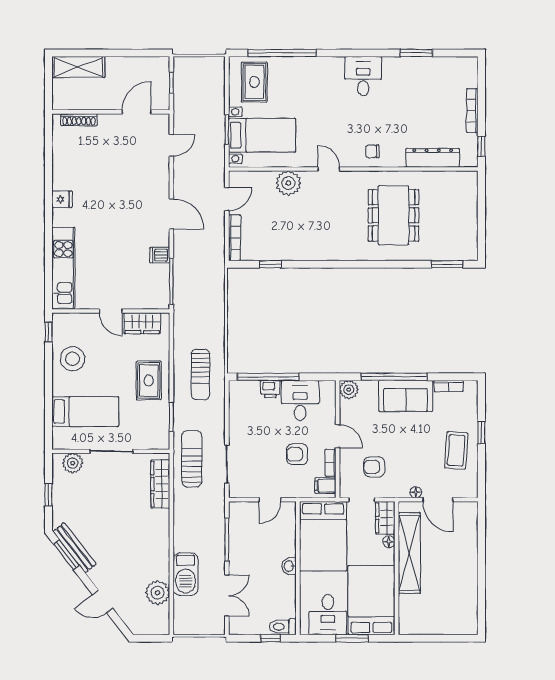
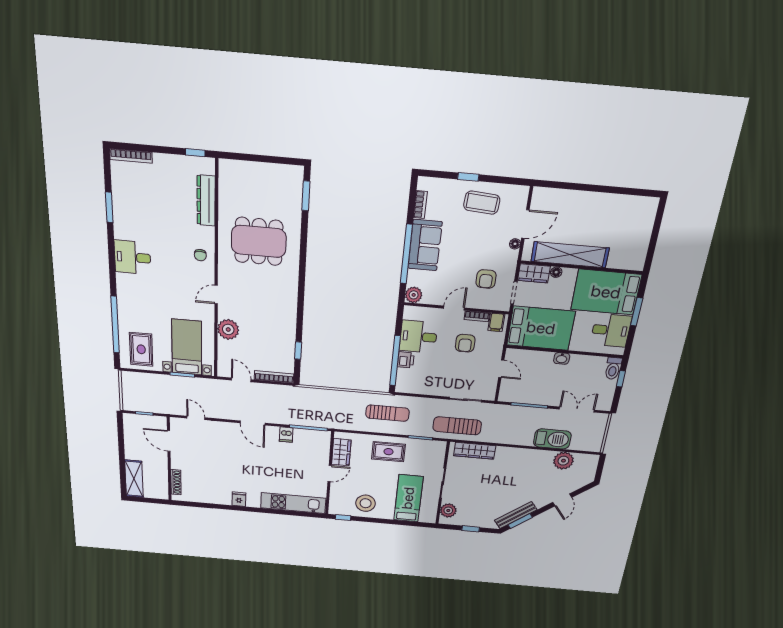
rug: (254, 82) -> (141, 349), turned 90
bookcase: (472, 111) -> (131, 156), moved
door: (171, 214) -> (253, 423), swing flipped

